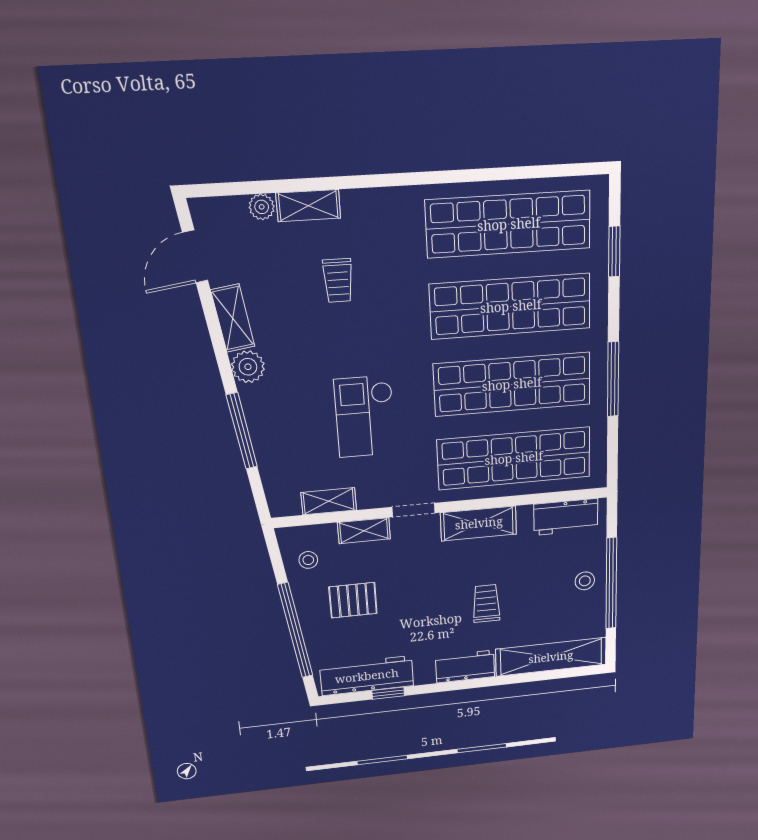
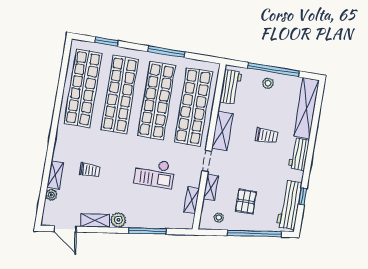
trolley: (486, 603) -> (266, 136), turned 180

